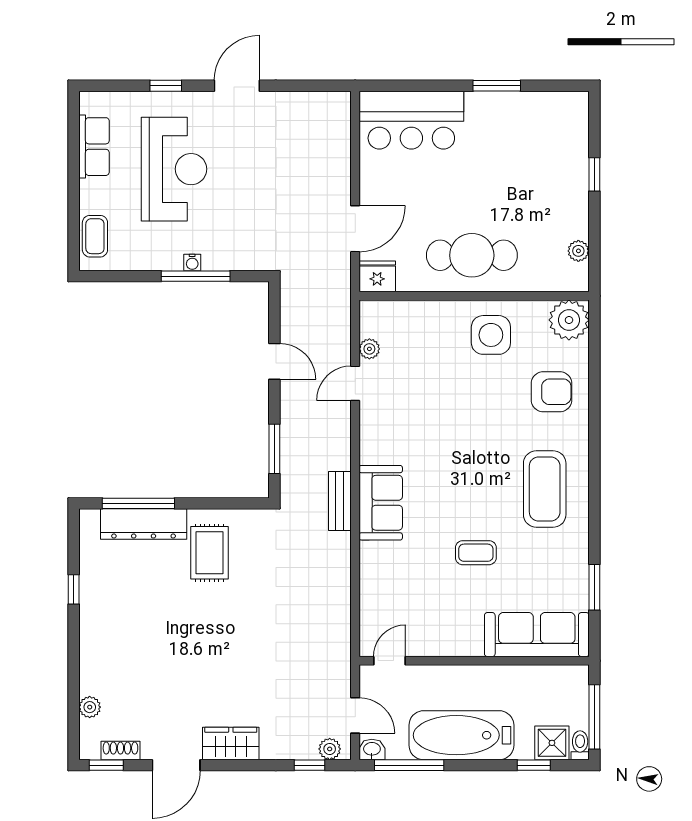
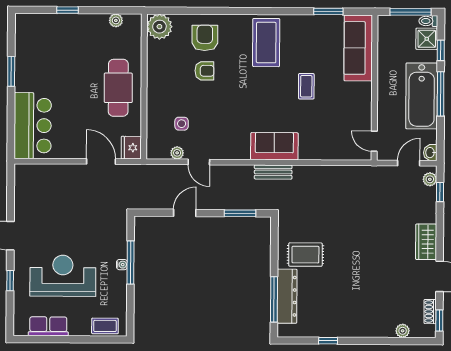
side table: (491, 335) -> (182, 124), moved, width x0.54, depth x0.54
armchair: (499, 391) -> (204, 71), added
coffee table: (545, 489) -> (266, 43), turned 90
window: (409, 765) -> (441, 94), moved

